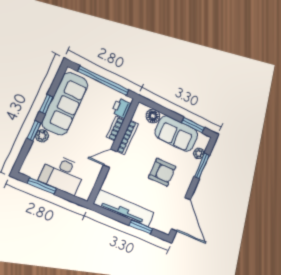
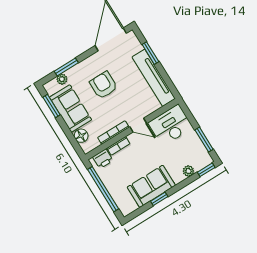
sofa: (65, 104) -> (151, 186), width x0.73
window: (34, 131) -> (206, 170), moved
plant: (42, 136) -> (188, 171), moved
desk: (63, 174) -> (170, 125), moved, turned -90

